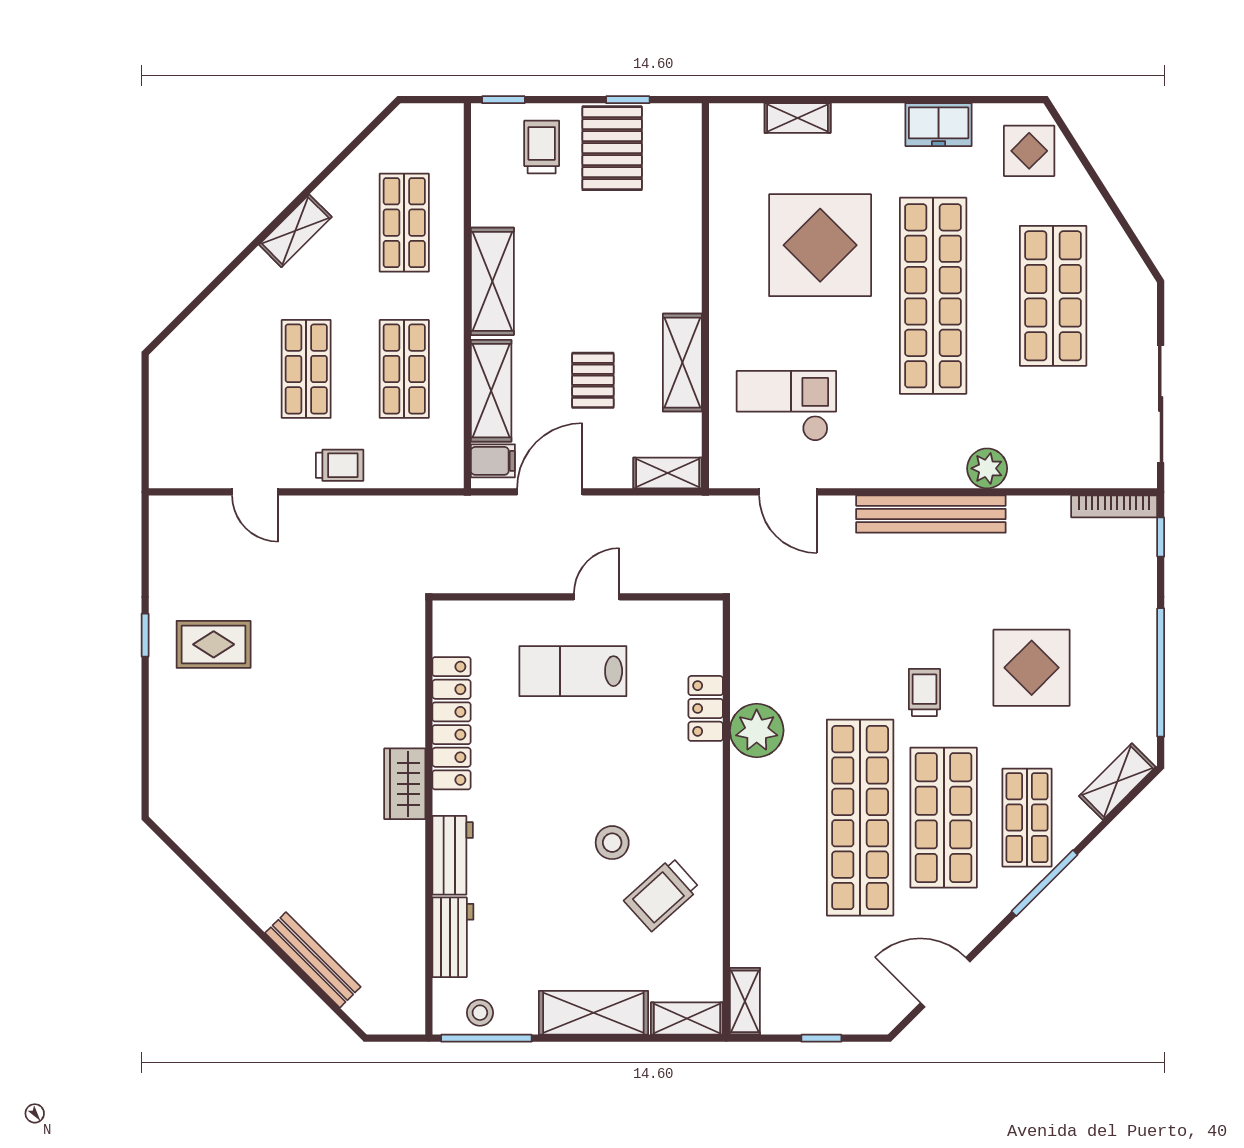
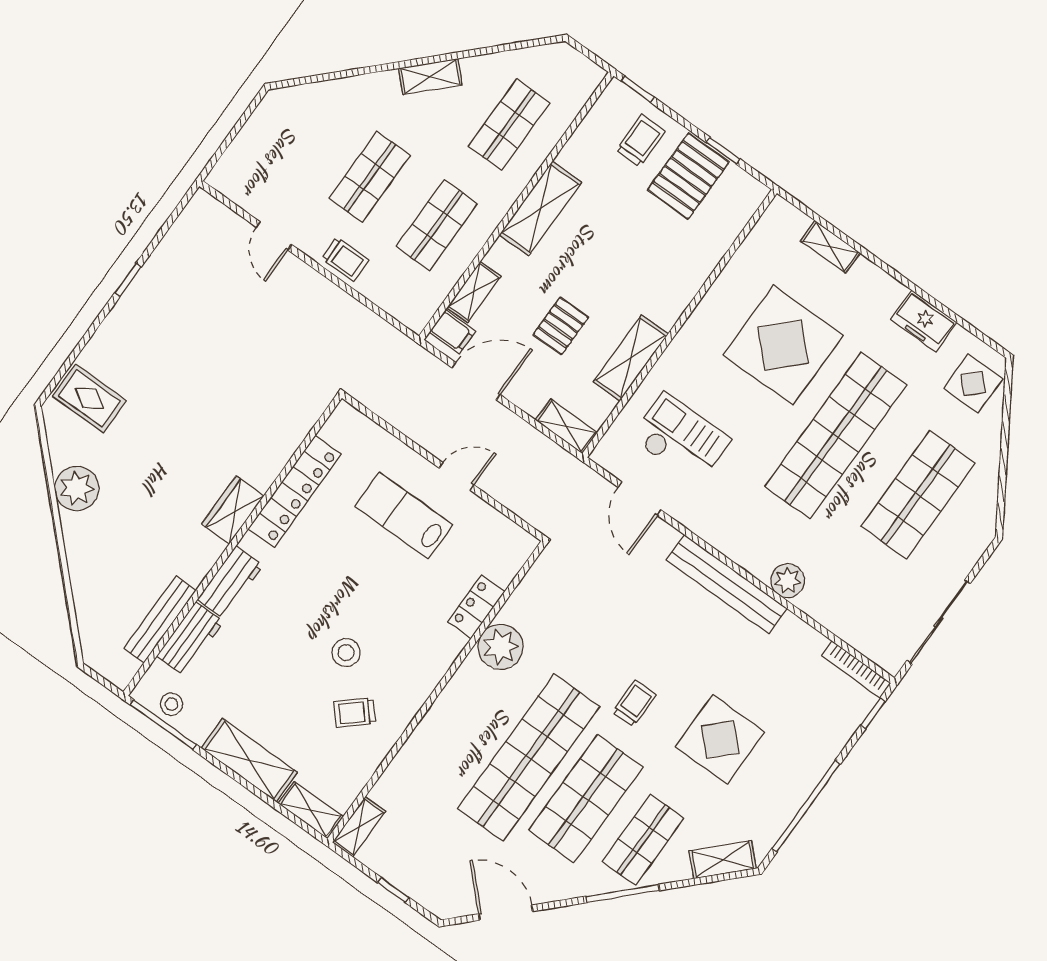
shelving: (491, 391) -> (474, 292), width x0.67, depth x0.75
rug: (214, 644) -> (89, 398), moved
plant: (240, 871) -> (77, 488), added
trolley: (662, 894) -> (355, 713), width x0.73, depth x0.72
bench: (313, 960) -> (160, 619), moved, turned 45

